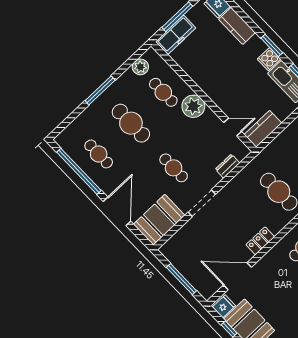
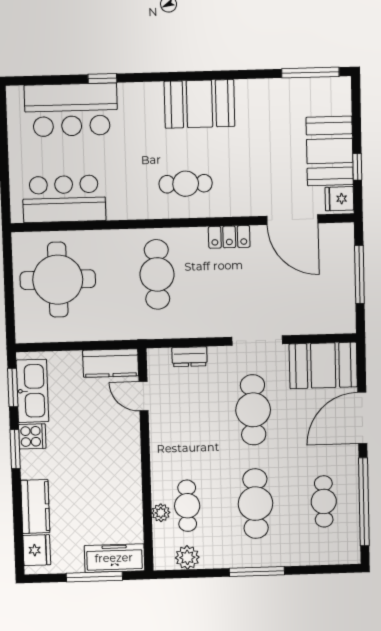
plant: (193, 106) -> (161, 513), moved, width x0.53, depth x0.53
cafe table: (174, 168) -> (253, 410), width x1.37, depth x1.35

